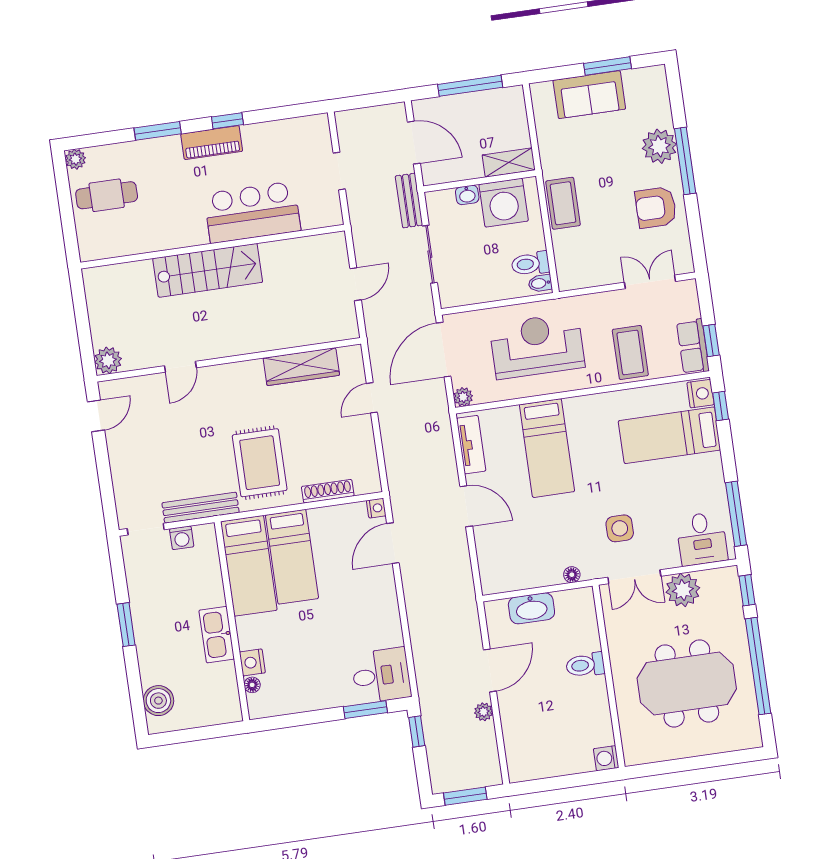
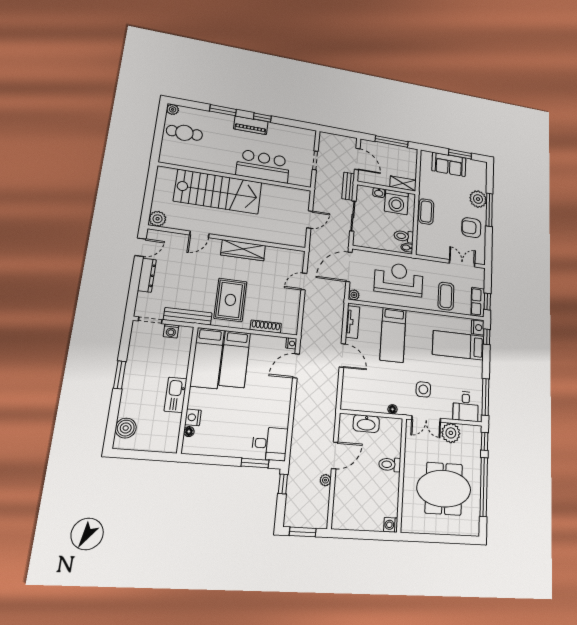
stairs: (208, 270) -> (218, 192), width x1.36, depth x1.51
wardrobe: (301, 367) -> (243, 250), moved
dresser: (119, 459) -> (147, 275), added

